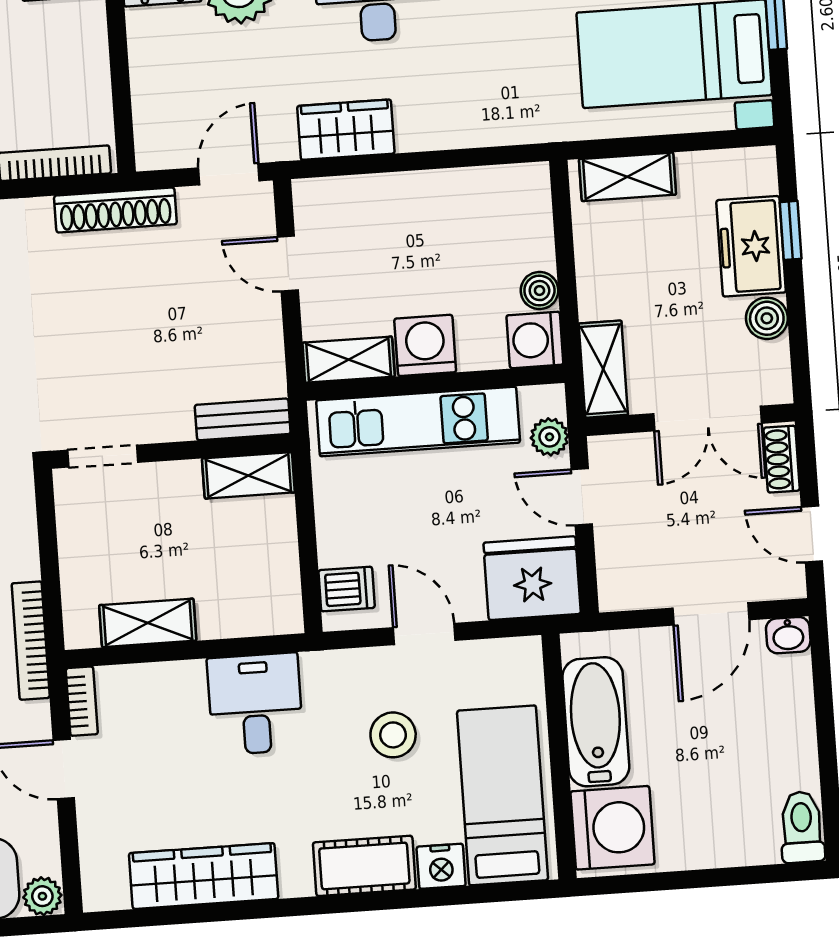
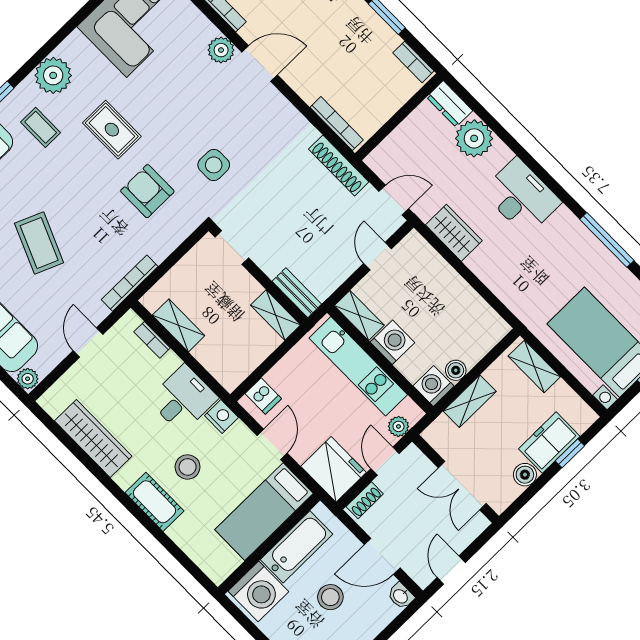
shelving: (603, 369) -> (470, 401), moved
shoe rack: (782, 459) -> (365, 500), moved, turned 180
bookcase: (82, 701) -> (152, 340), moved, turned 90
stool: (706, 734) -> (330, 597), added
stool: (393, 735) -> (188, 467), moved
bed: (503, 795) -> (264, 512), moved, turned 180
nightstand: (441, 866) -> (221, 416), moved, turned 180

